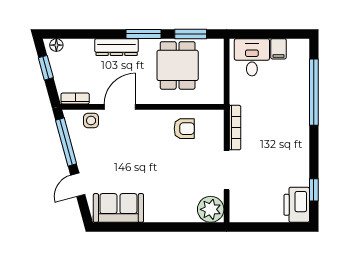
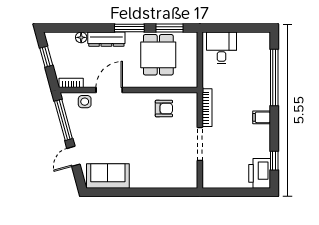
floor lamp: (56, 45) -> (81, 37), moved
filing cabinet: (278, 49) -> (262, 117), moved, turned 90
plant: (211, 209) -> (186, 177), removed

